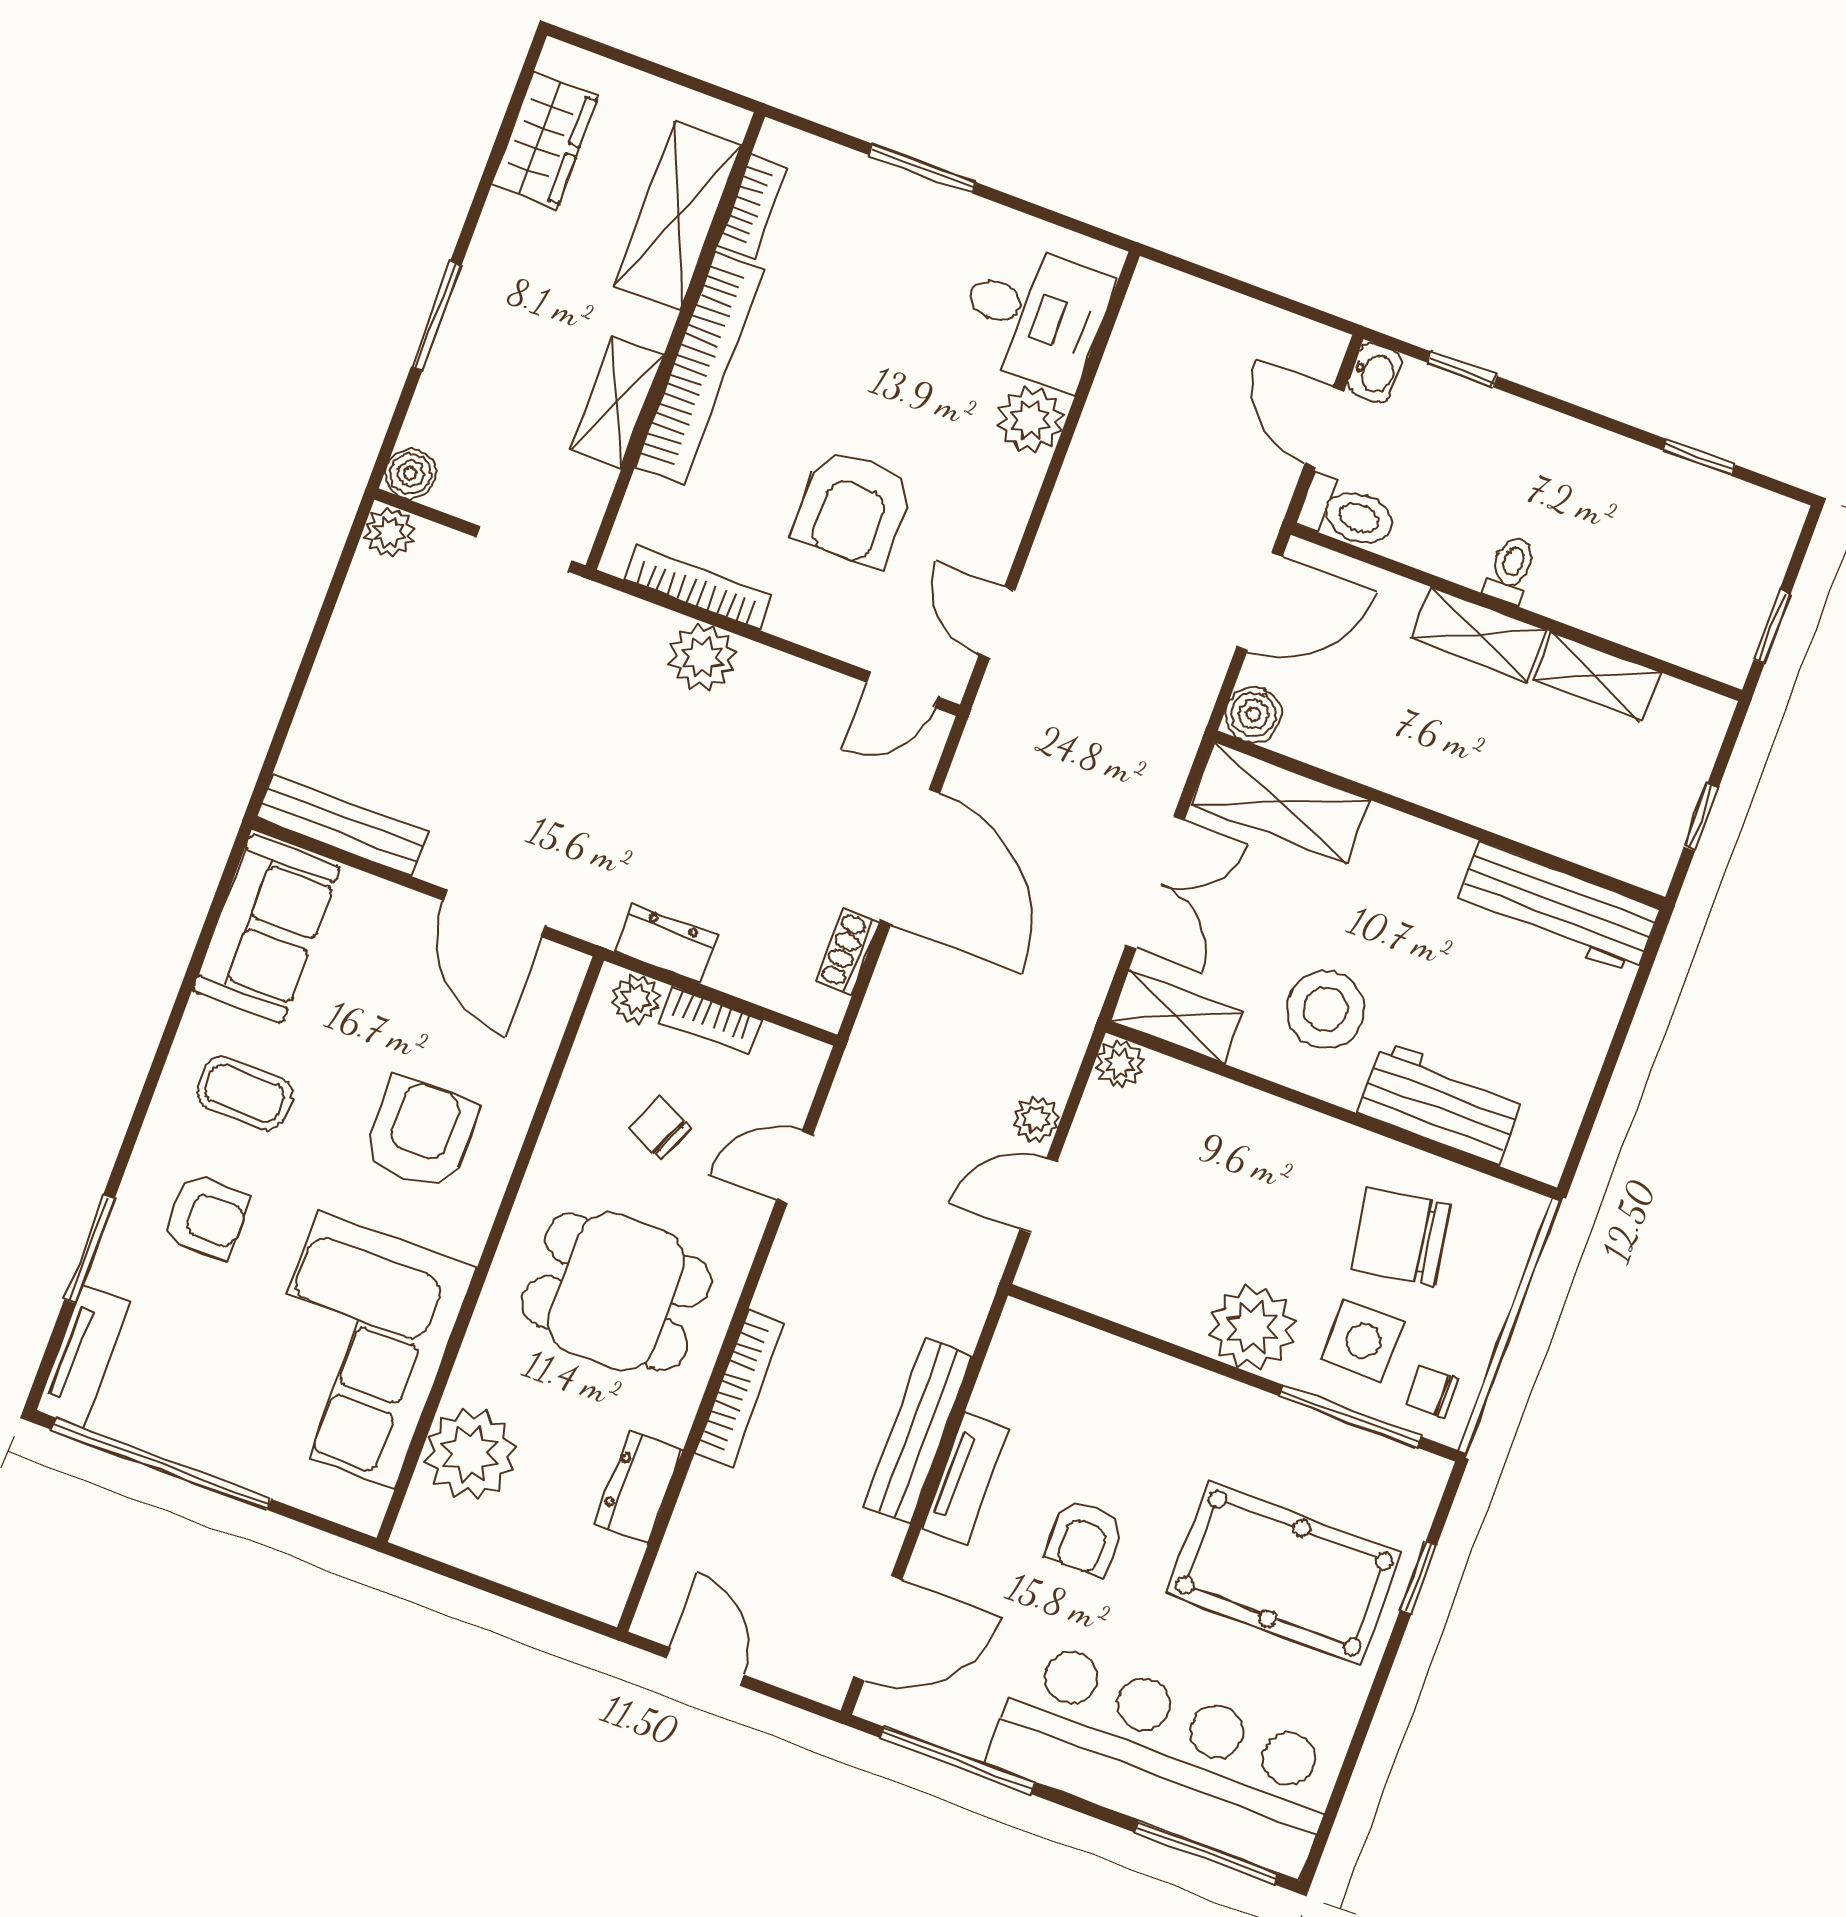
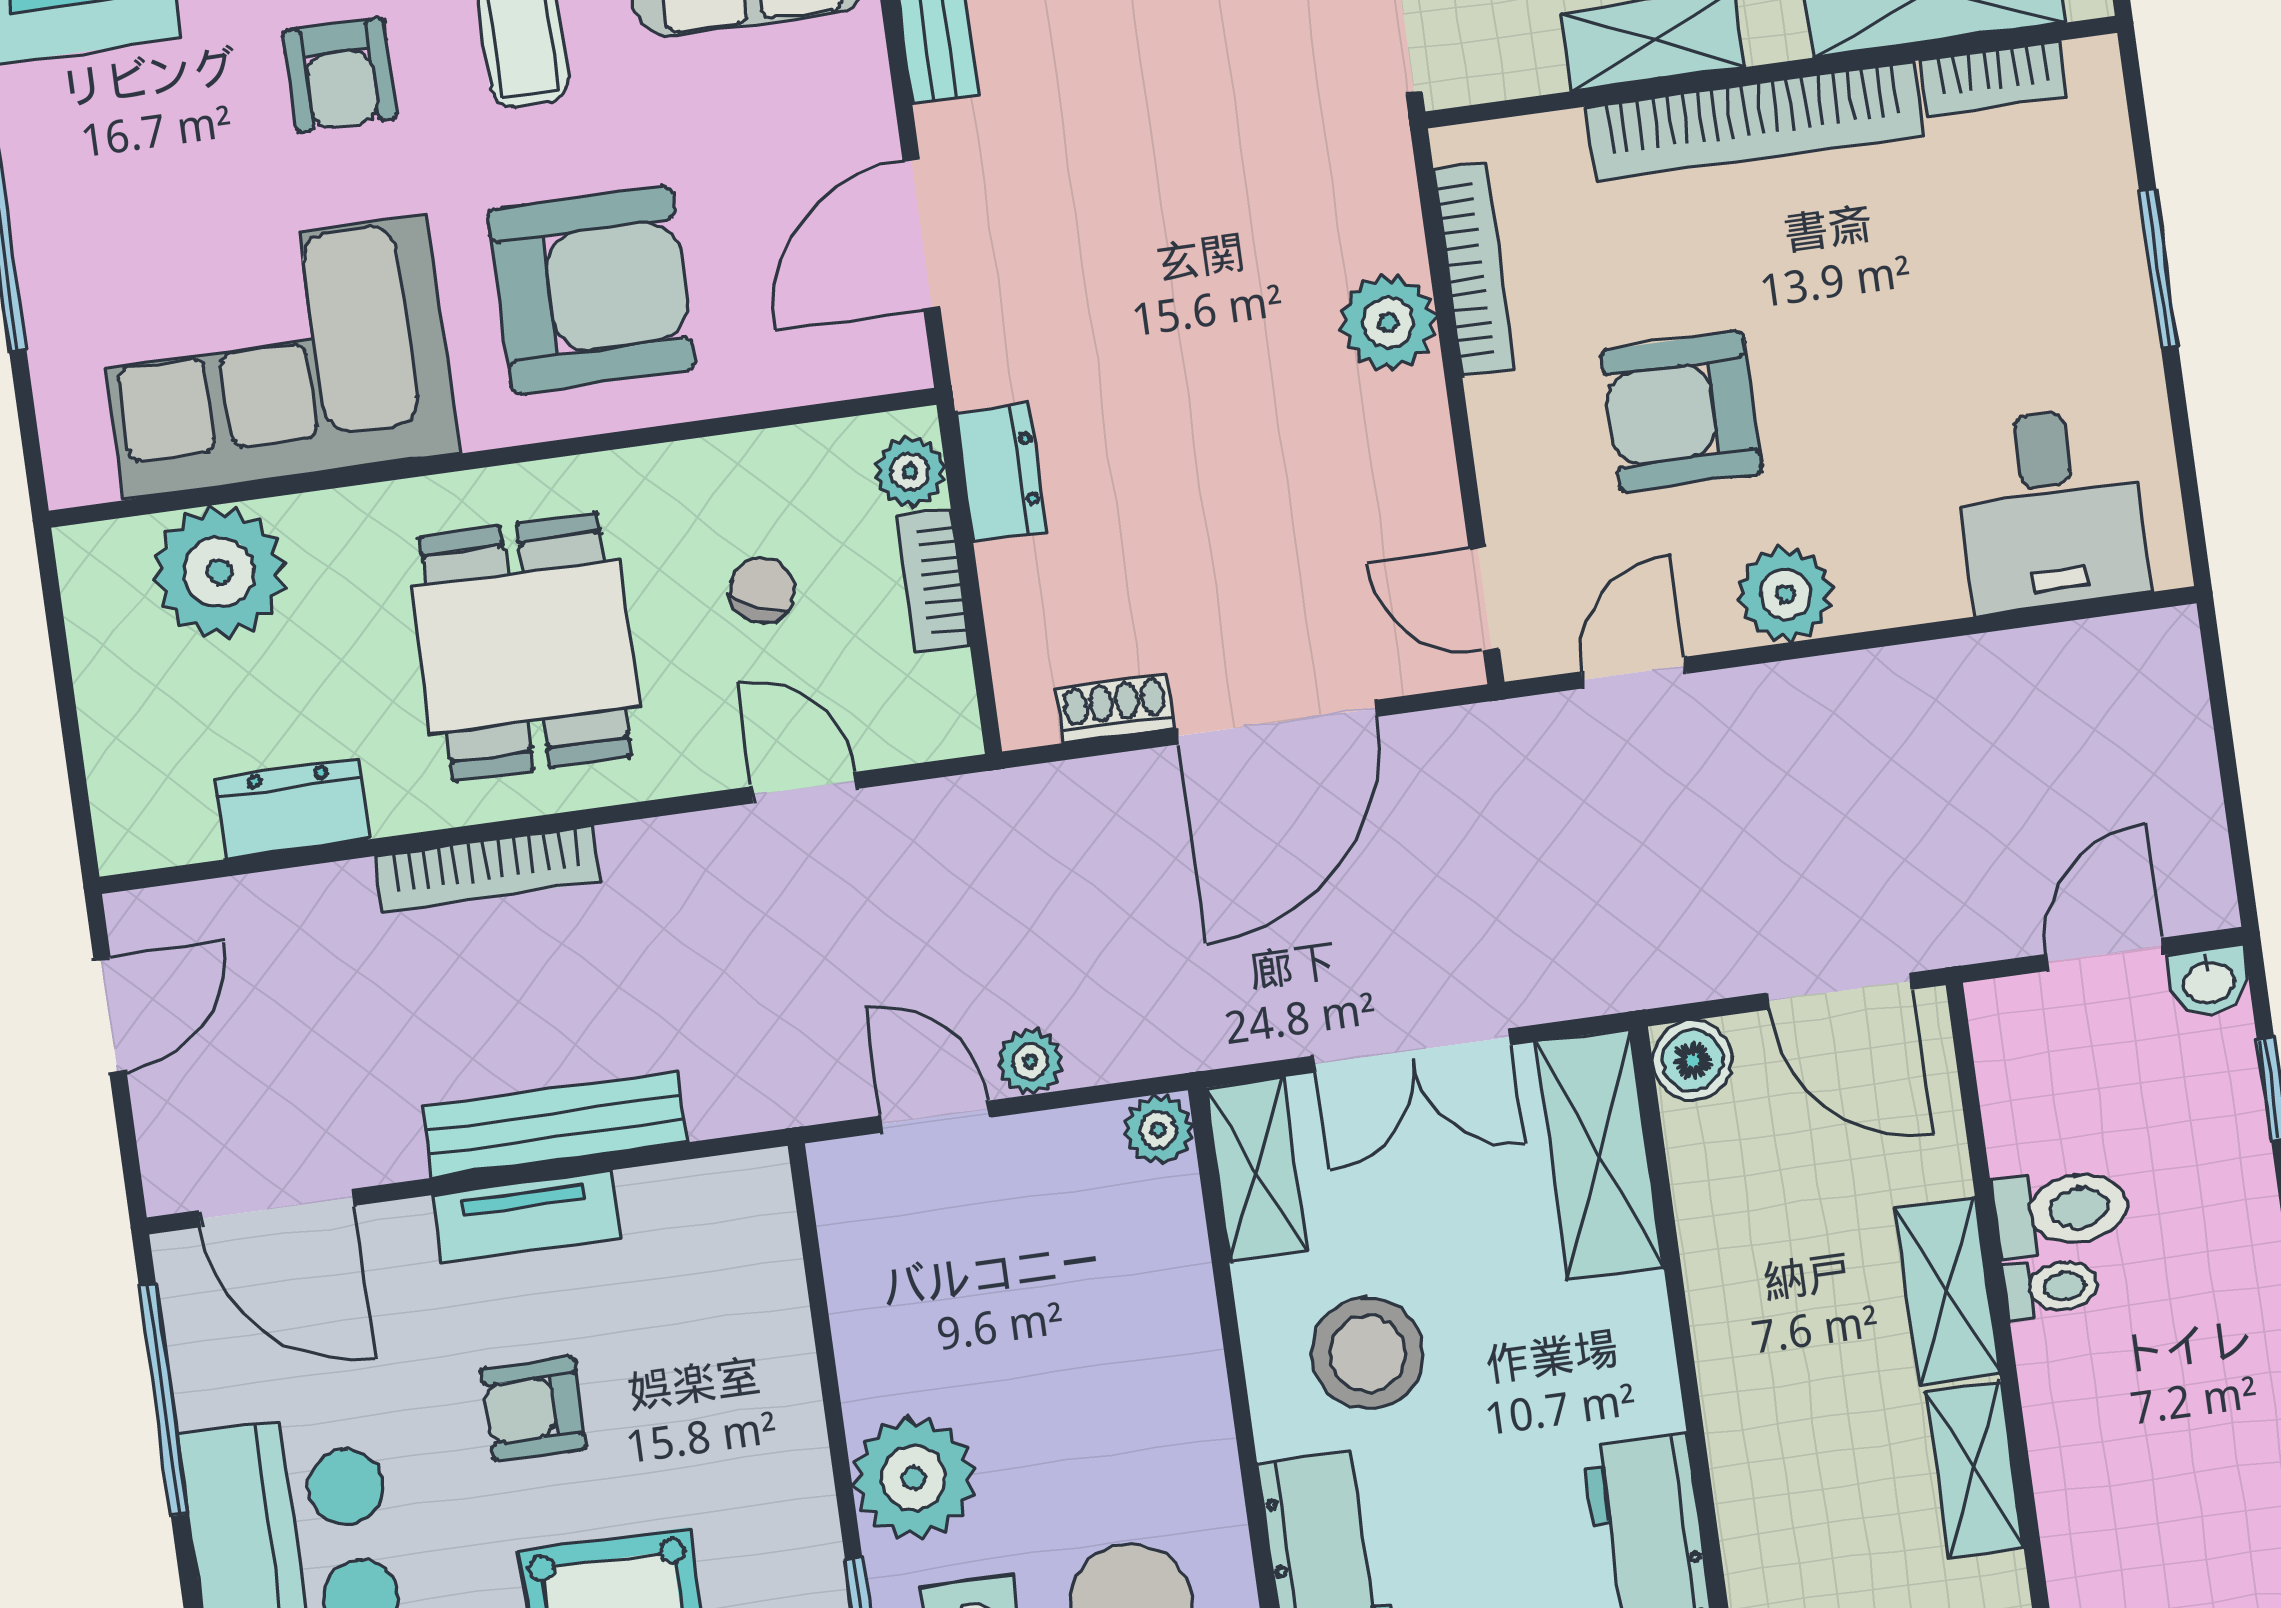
plant: (1030, 420) -> (1785, 594), moved
toilet: (1347, 513) -> (2061, 1211), moved, turned -90
armchair: (420, 1134) -> (591, 290), width x1.36, depth x1.36

